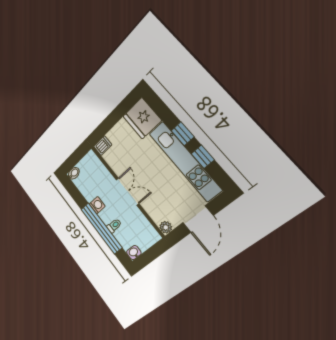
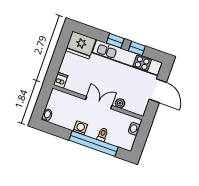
plant: (166, 227) -> (120, 103), moved
washbasin: (134, 253) -> (134, 129), moved

